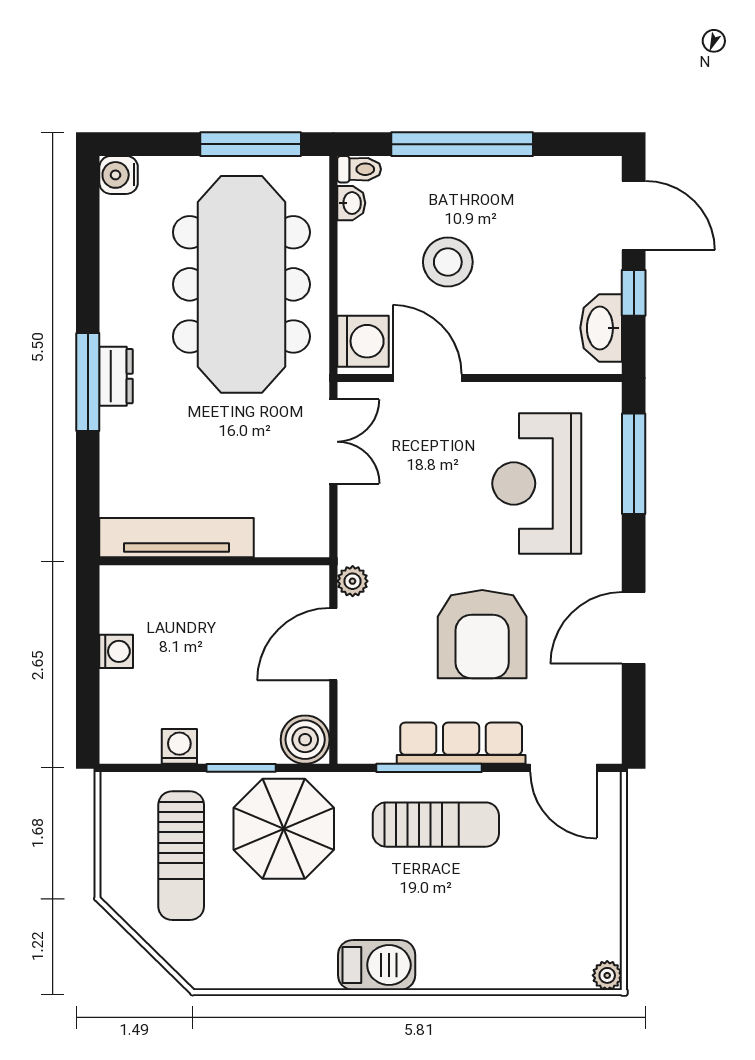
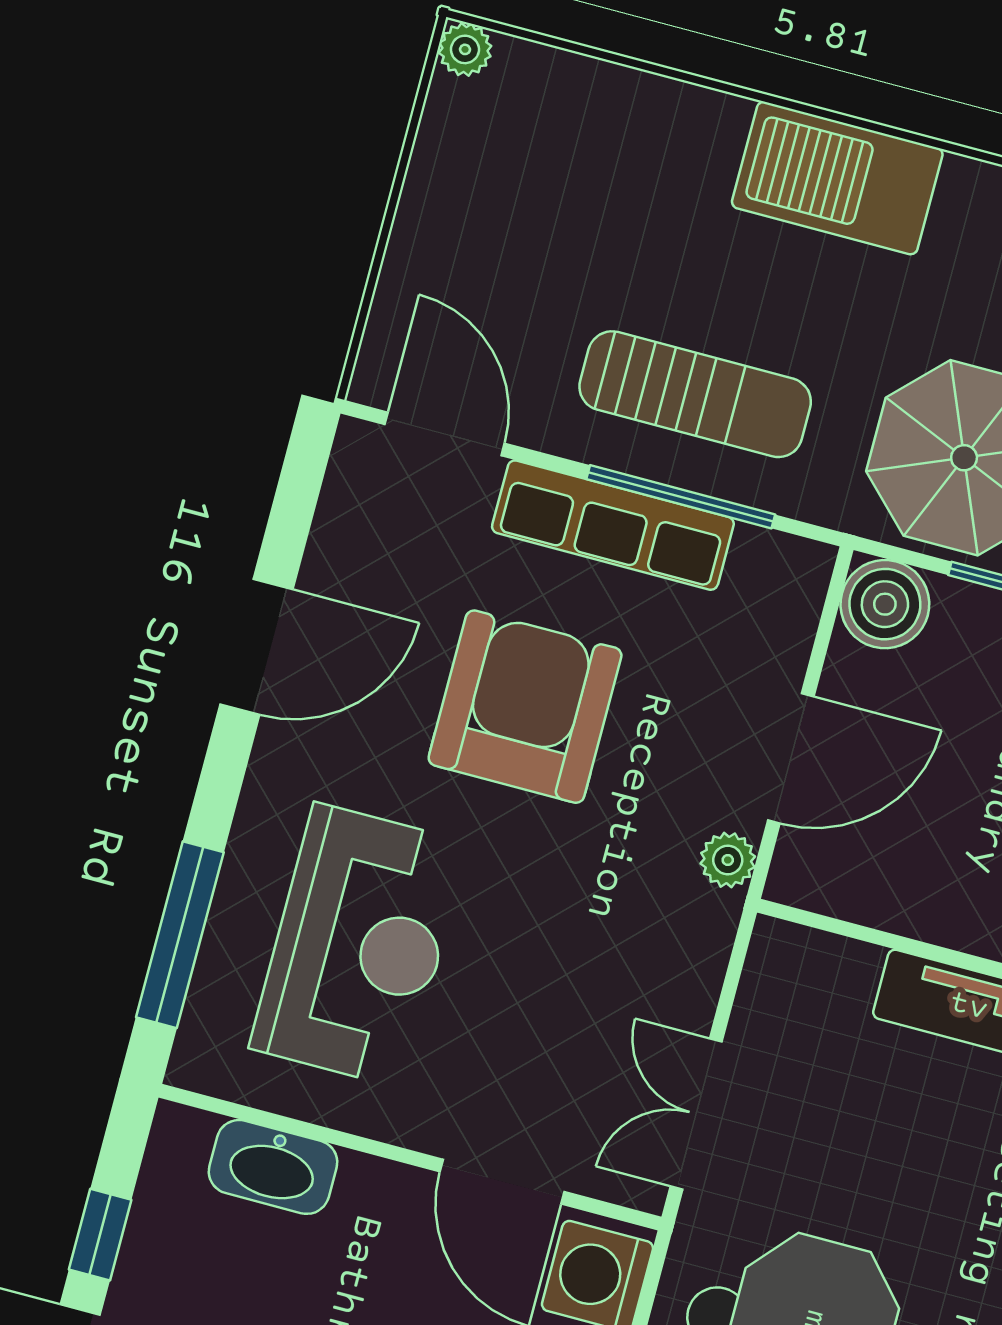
washbasin: (601, 328) -> (273, 1167), moved, turned 90
sun lounger: (436, 825) -> (695, 394), turned 180
barbecue: (377, 965) -> (837, 178), width x1.37, depth x1.21

